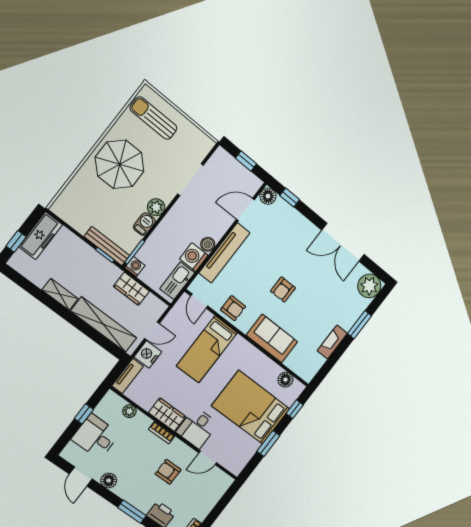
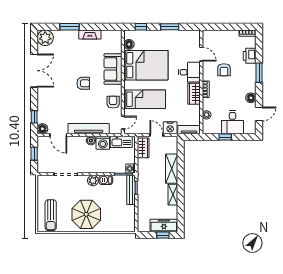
freezer: (41, 236) -> (164, 226), moved
wardrobe: (131, 289) -> (143, 148), moved
shelving: (104, 324) -> (172, 169), width x0.68
bed: (251, 407) -> (146, 65), moved, turned -90

